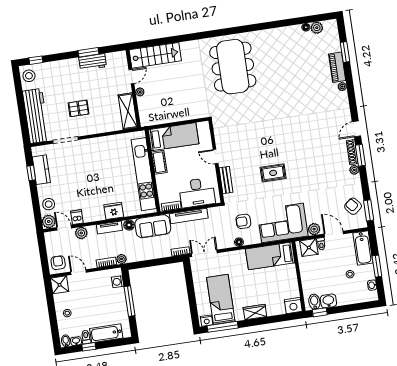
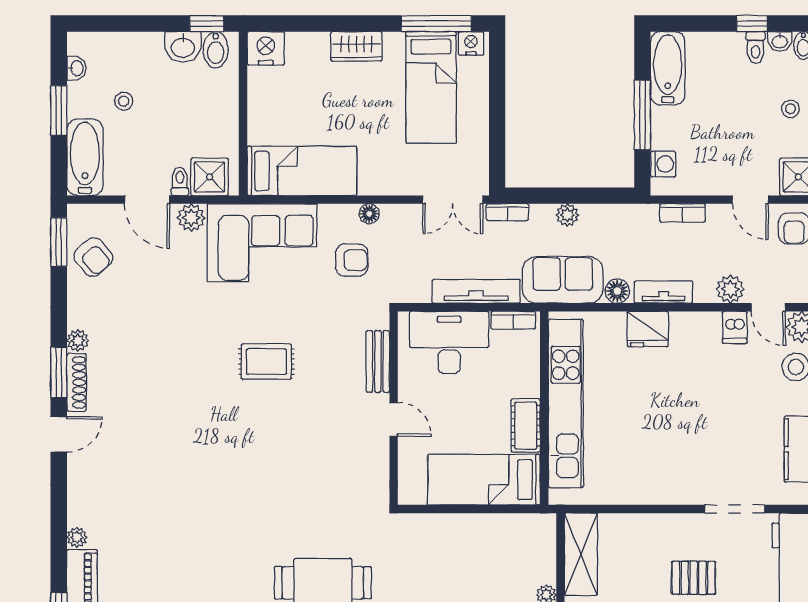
plant: (122, 259) -> (567, 215), moved
bathtub: (106, 333) -> (668, 68), moved, turned -90

